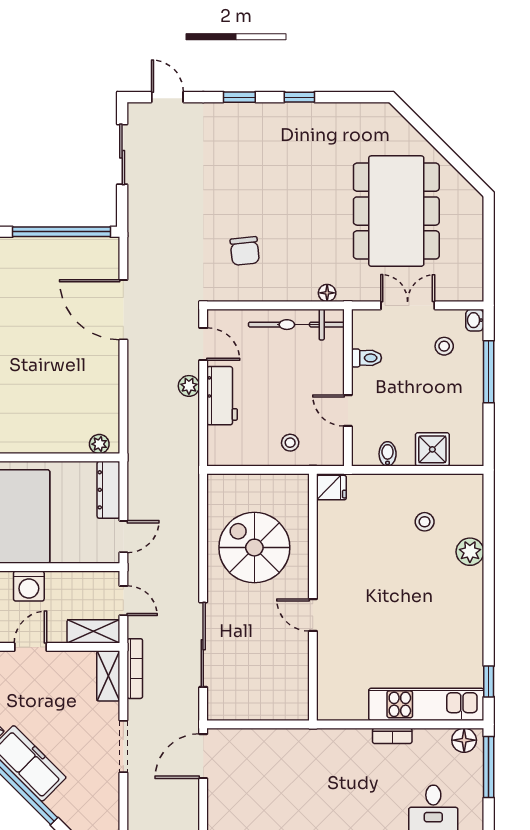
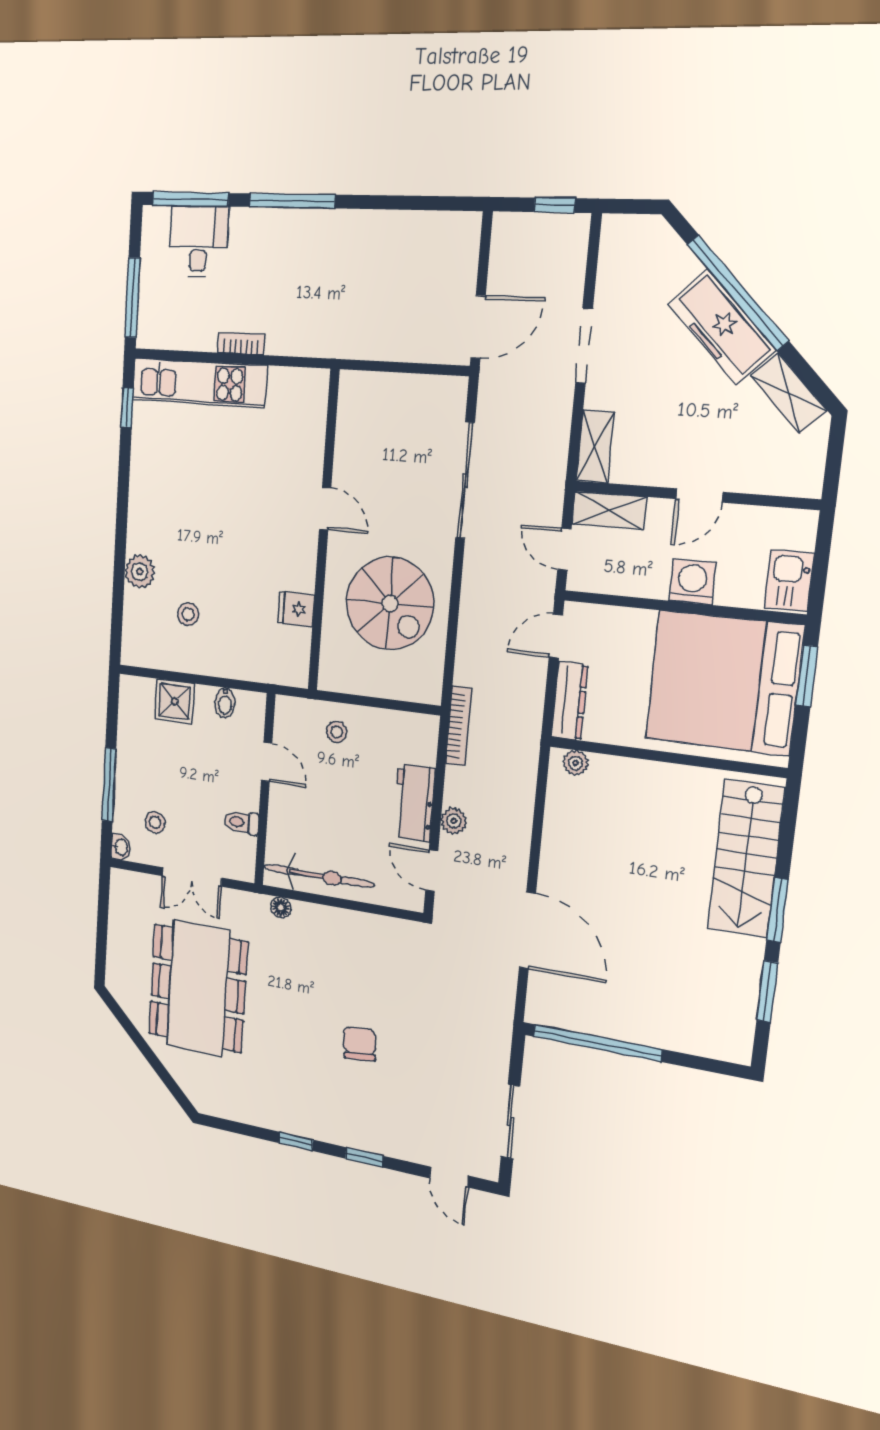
chair: (245, 251) -> (360, 1044), moved
fridge: (331, 488) -> (296, 609), moved
bookcase: (135, 669) -> (459, 726), moved, turned 180
floor lamp: (464, 740) -> (158, 334), removed

